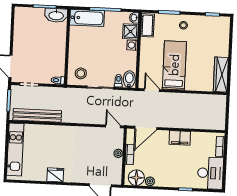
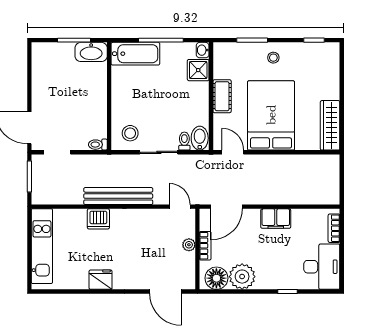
cot: (147, 25) -> (222, 96), moved
washing machine: (132, 45) -> (202, 89), removed
bed: (174, 65) -> (271, 115), width x1.50
bench: (37, 115) -> (118, 196), moved
dishwasher: (56, 132) -> (98, 219), added
plant: (150, 181) -> (242, 277), width x1.87, depth x1.87

